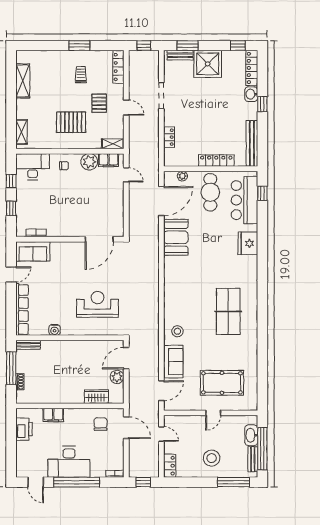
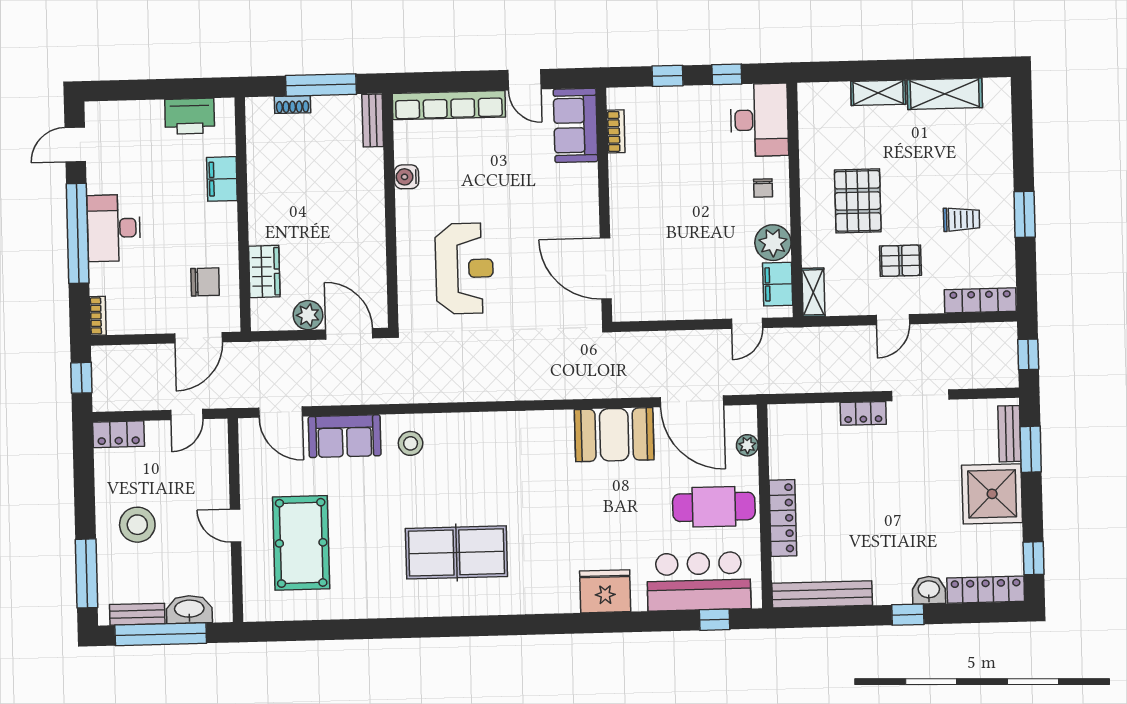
shelving: (21, 132) -> (878, 93), moved
locker: (169, 137) -> (863, 413), moved
desk: (69, 462) -> (114, 228), width x0.73, depth x0.77

